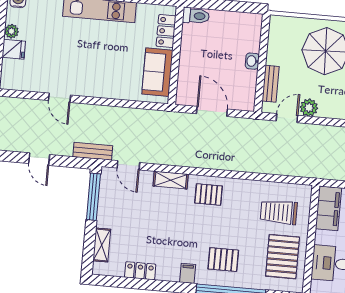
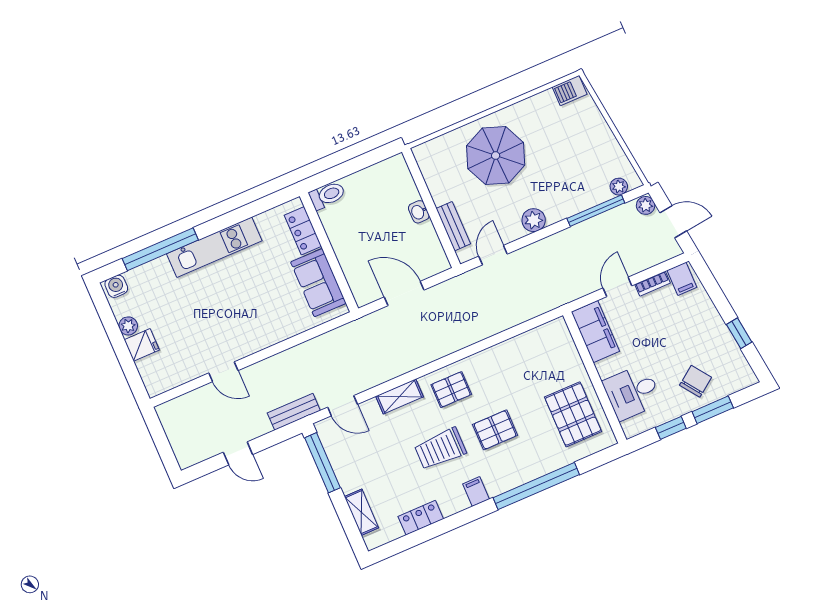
plant: (309, 108) -> (534, 220), moved
trolley: (279, 212) -> (440, 449), moved
pallet: (223, 260) -> (495, 430), moved

